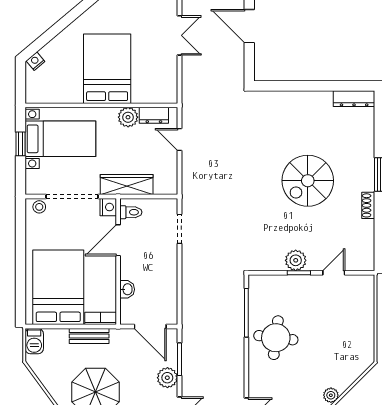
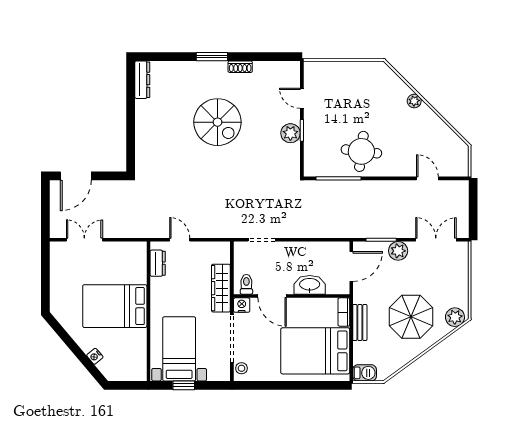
nightstand: (35, 61) -> (95, 356), moved
plant: (128, 117) -> (159, 287), removed
door: (179, 140) -> (180, 240), swing flipped
washbasin: (127, 289) -> (310, 285), width x1.91, depth x1.45

